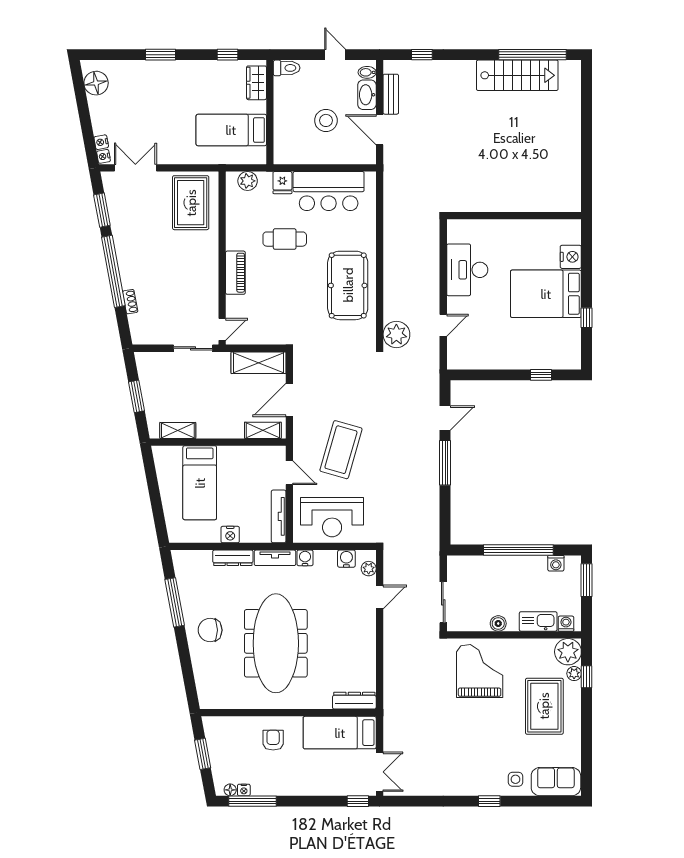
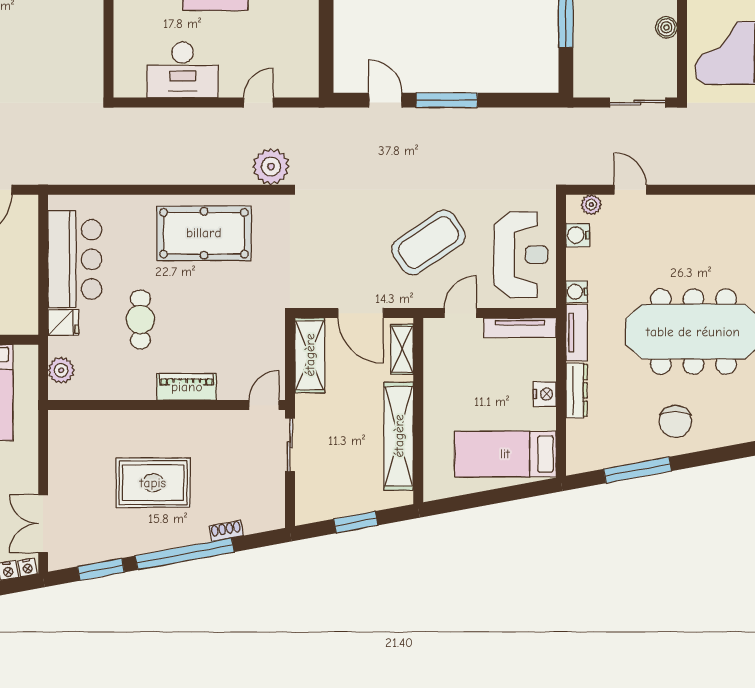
rug: (191, 203) -> (153, 483), moved
door: (443, 325) -> (258, 103), hinge flipped
door: (222, 329) -> (264, 405), hinge flipped
shelving: (178, 430) -> (399, 436), width x2.20, depth x1.33
coffee table: (341, 450) -> (429, 242), turned -50
bed: (200, 483) -> (505, 454), moved, turned 180

